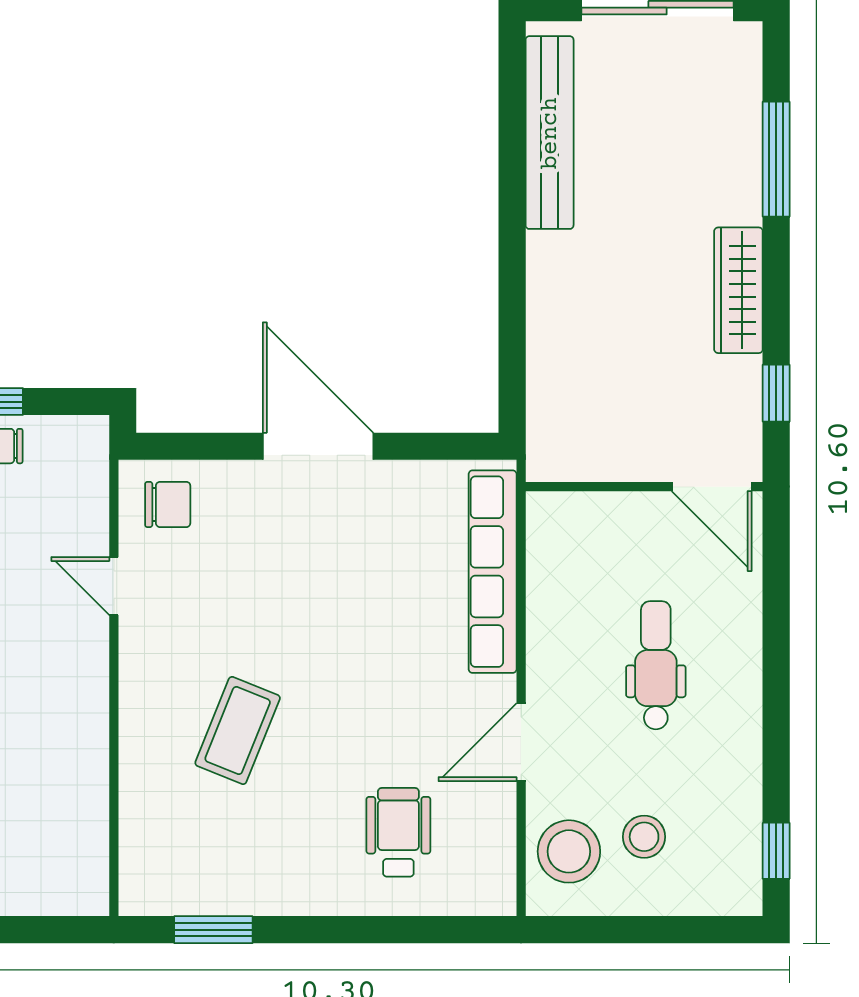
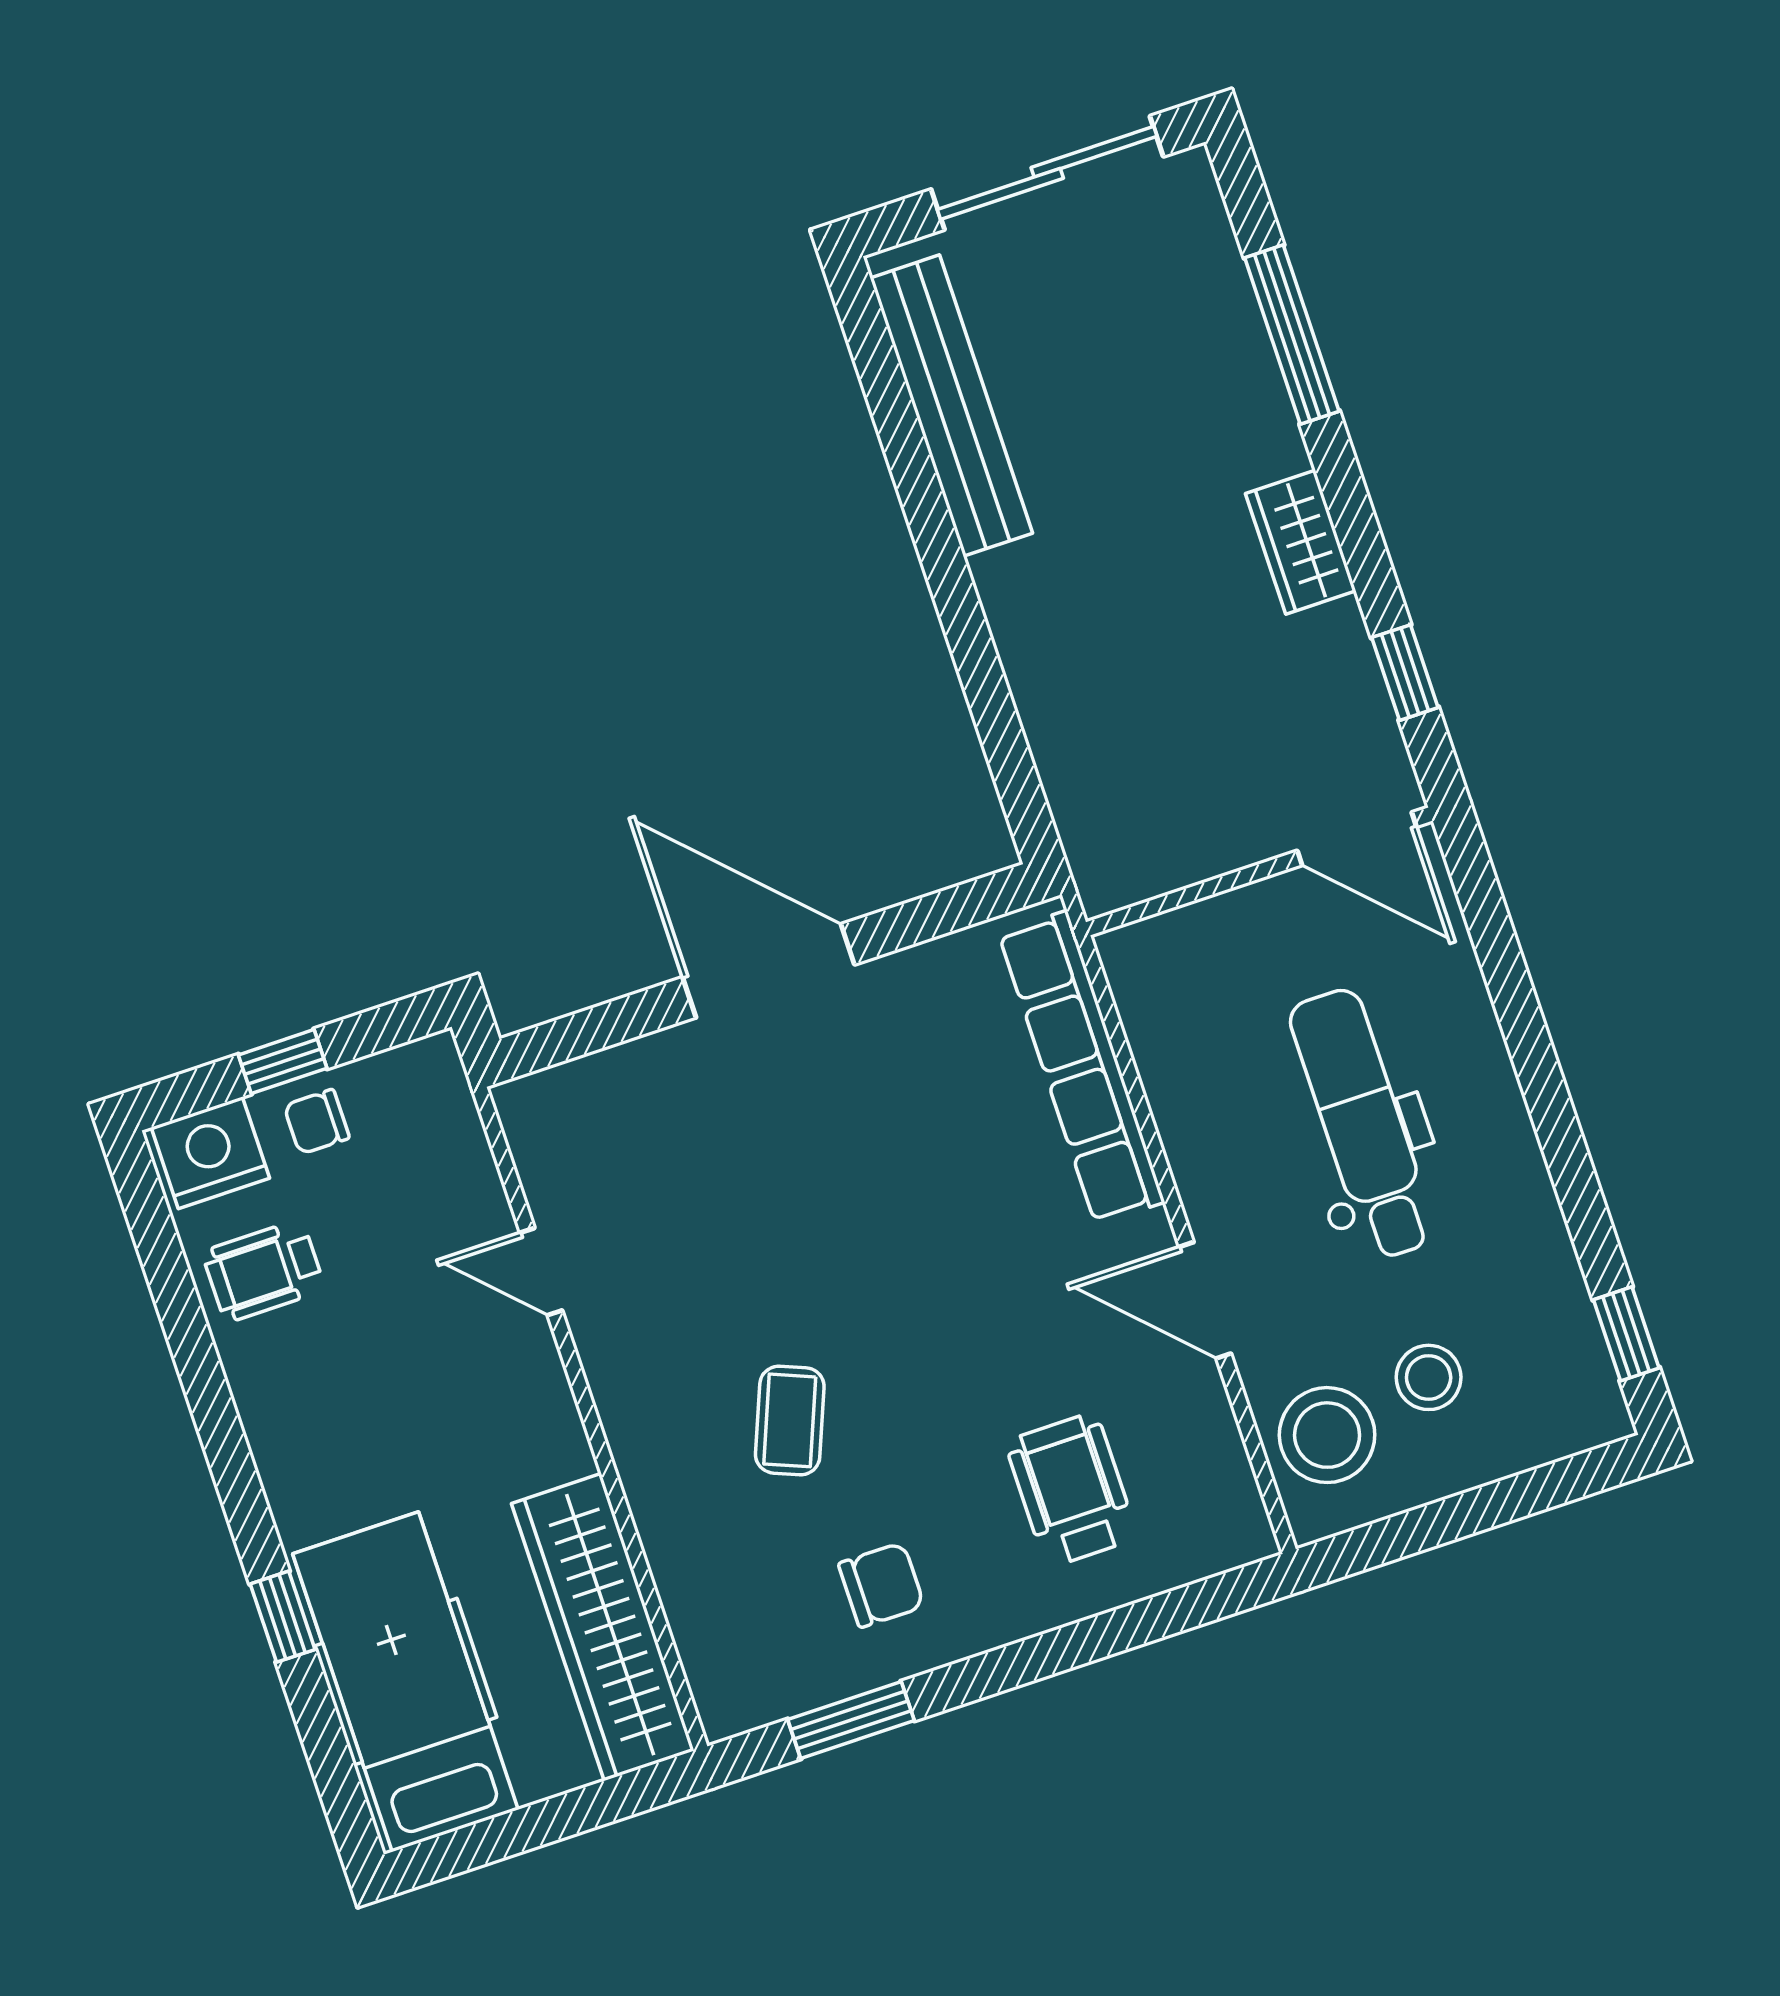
wardrobe: (738, 290) -> (1301, 542), width x0.67
chair: (168, 504) -> (881, 1585), moved
dental chair: (656, 665) -> (1363, 1124), width x1.36, depth x1.38
coffee table: (238, 730) -> (790, 1420), width x0.73, depth x0.77
door: (521, 742) -> (1205, 1300), hinge flipped
wardrobe: (78, 820) -> (603, 1627), added

